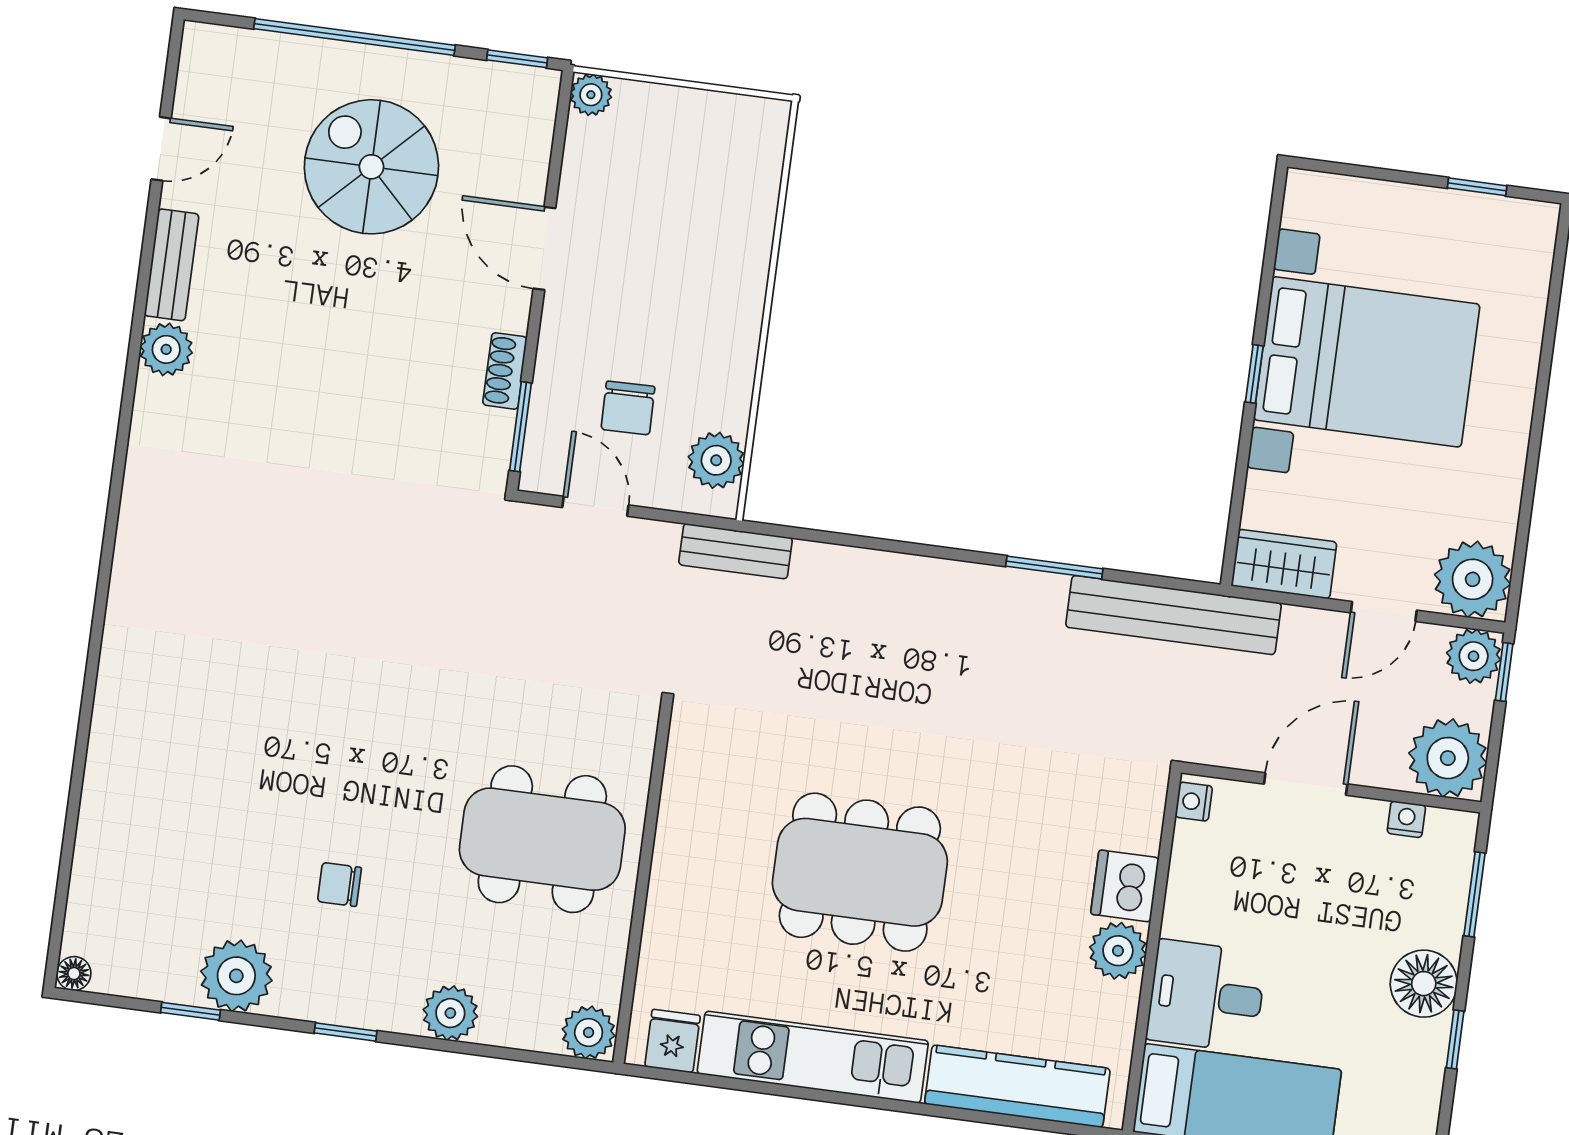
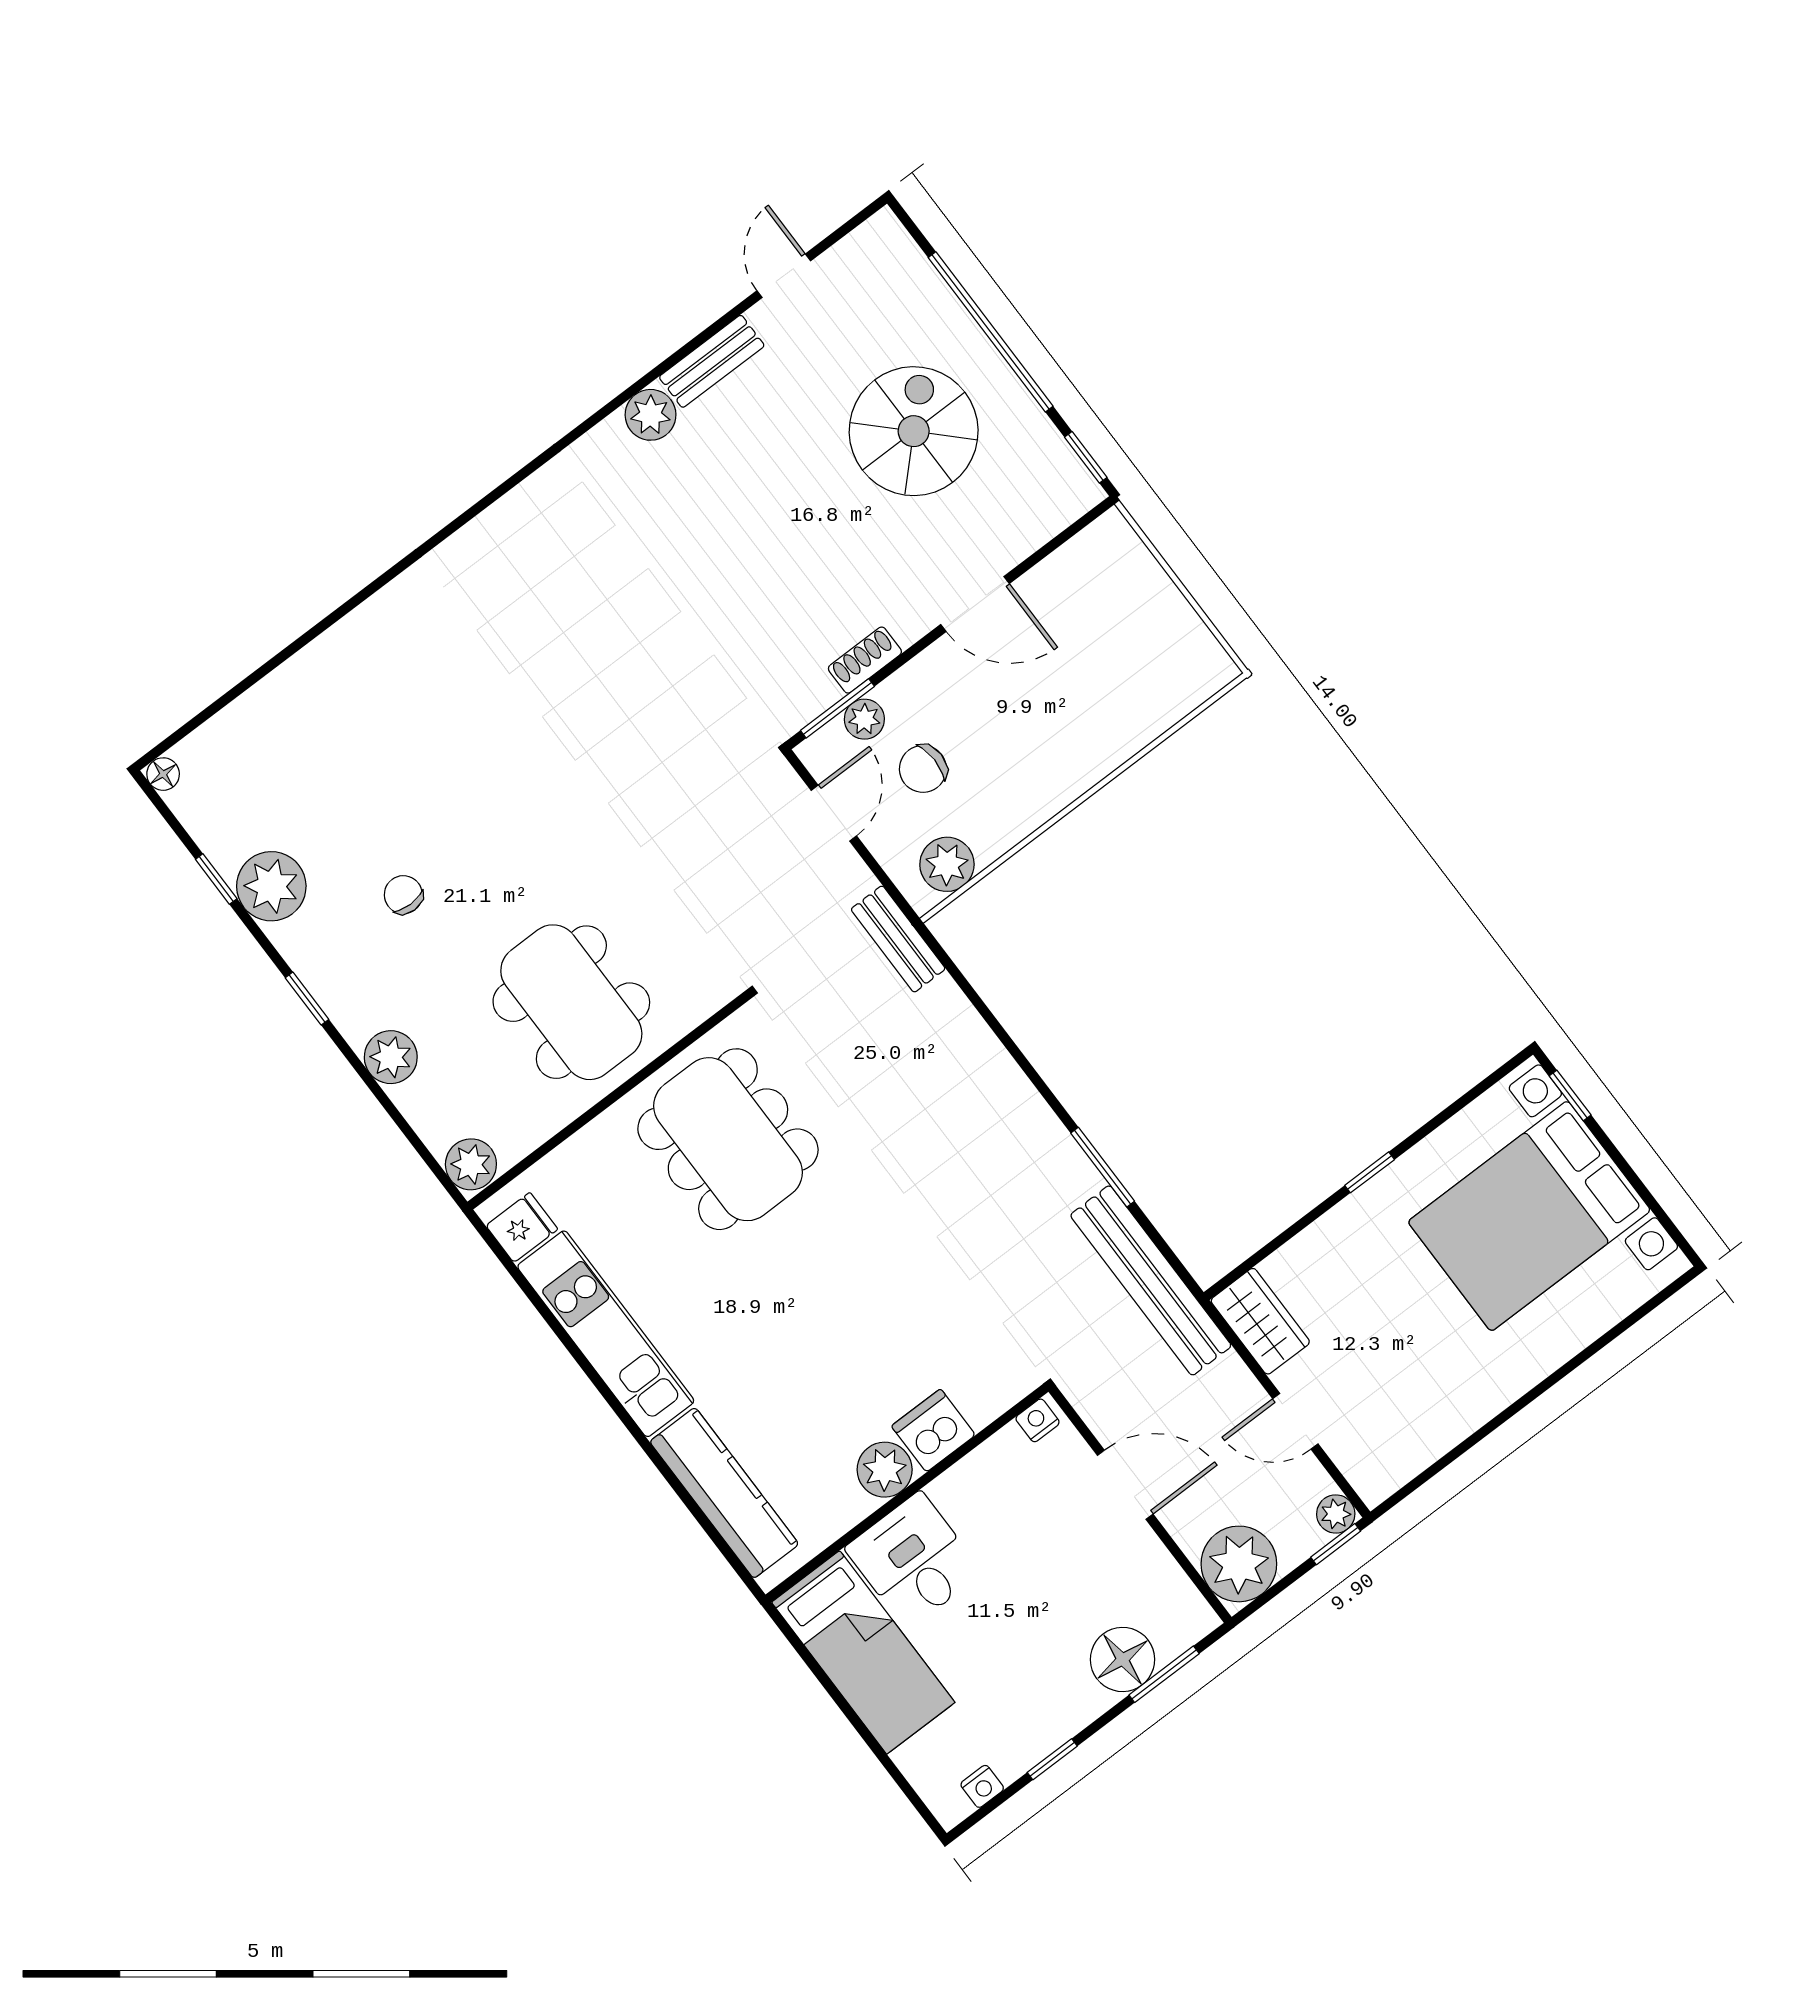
plant: (591, 95) -> (864, 719), moved
door: (161, 149) -> (784, 276), swing flipped
window: (1477, 187) -> (1570, 1095), moved
door: (544, 248) -> (975, 604), swing flipped
bed with nightstands: (1367, 362) -> (1529, 1216), moved, turned 90
plant: (1473, 579) -> (1377, 1460), removed
plant: (1474, 656) -> (1336, 1514), width x0.73, depth x0.73
nightstand: (1406, 819) -> (982, 1786), moved, turned 90
dining table: (860, 872) -> (728, 1139), moved
floor lamp: (1424, 984) -> (1123, 1659), moved

